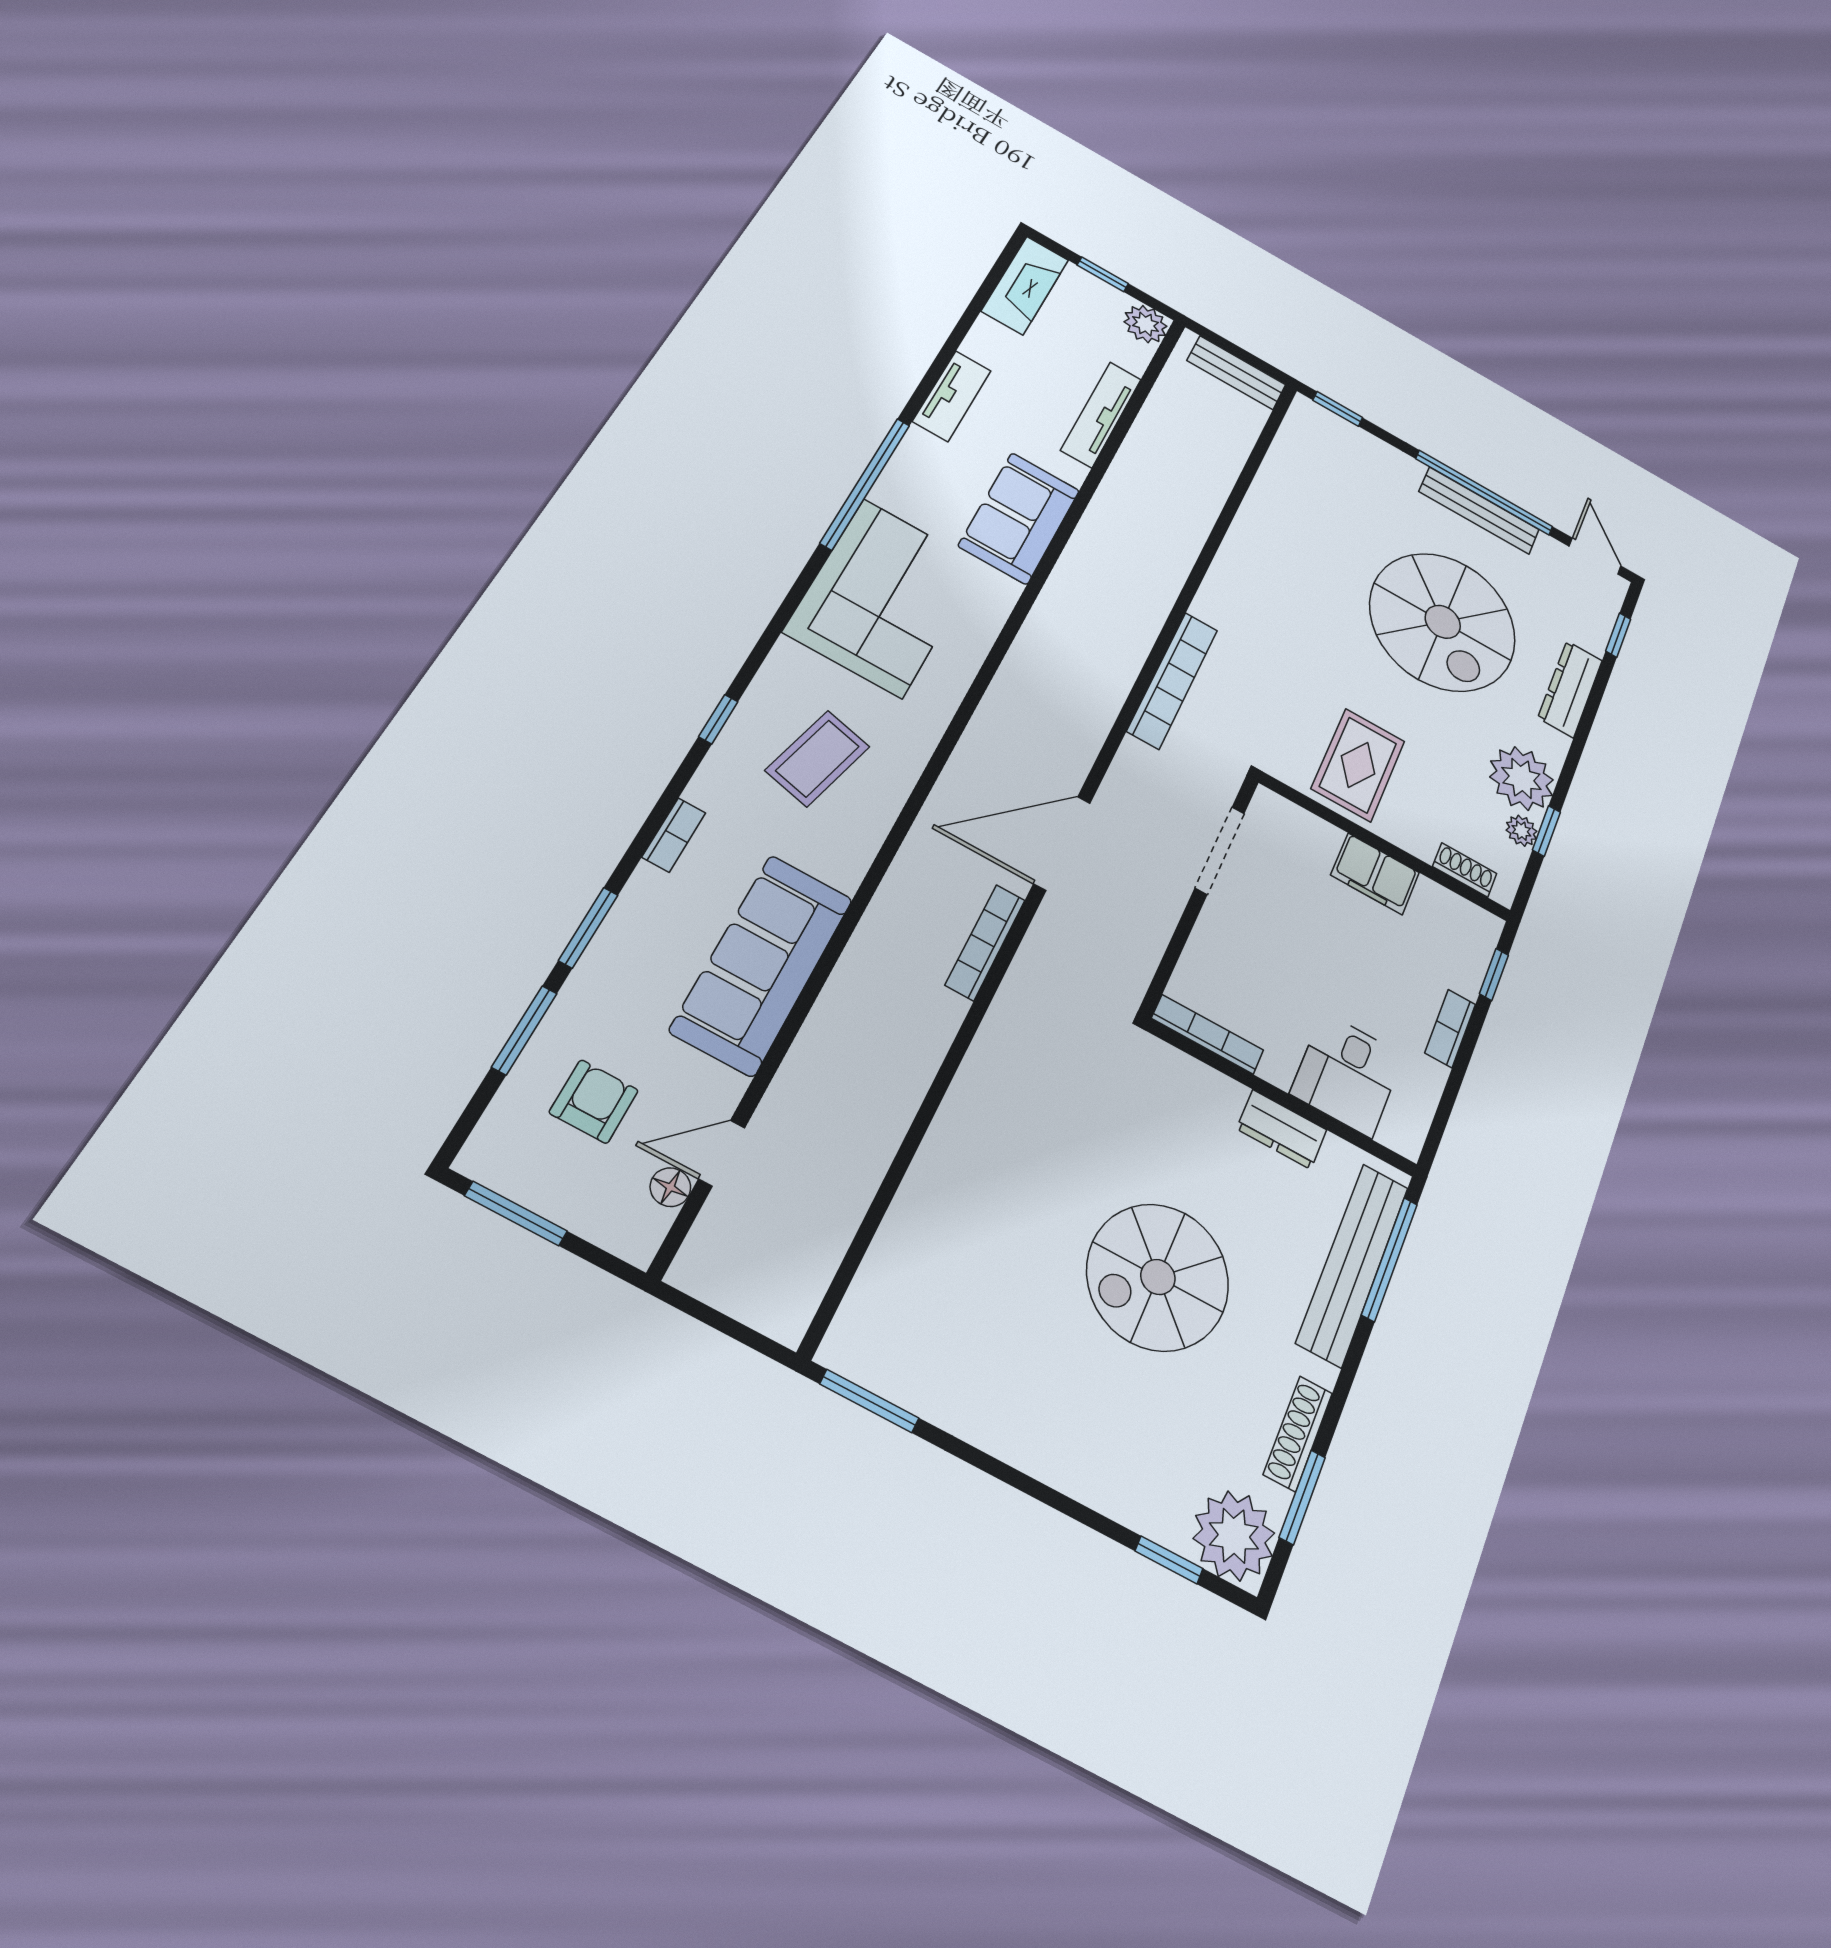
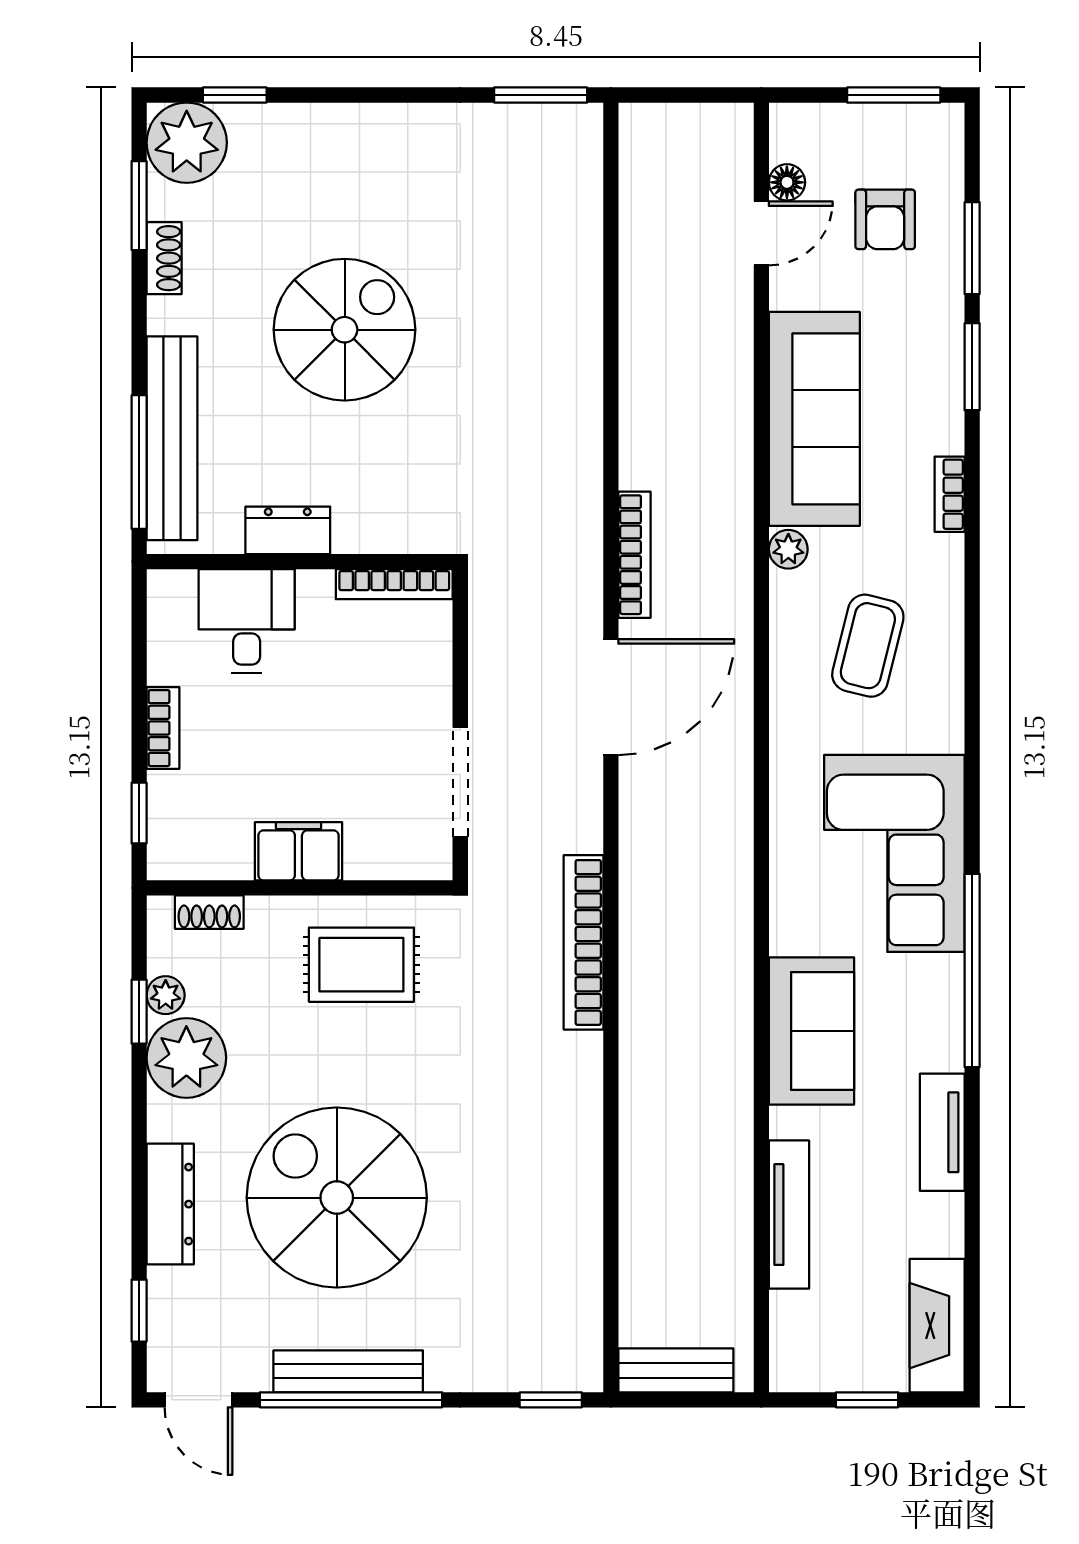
plant: (1145, 324) -> (788, 549), moved, width x0.73, depth x0.73
window: (718, 719) -> (972, 630), removed
rug: (1358, 765) -> (361, 965), turned 90
shoe rack: (1298, 1434) -> (164, 258), width x0.70

